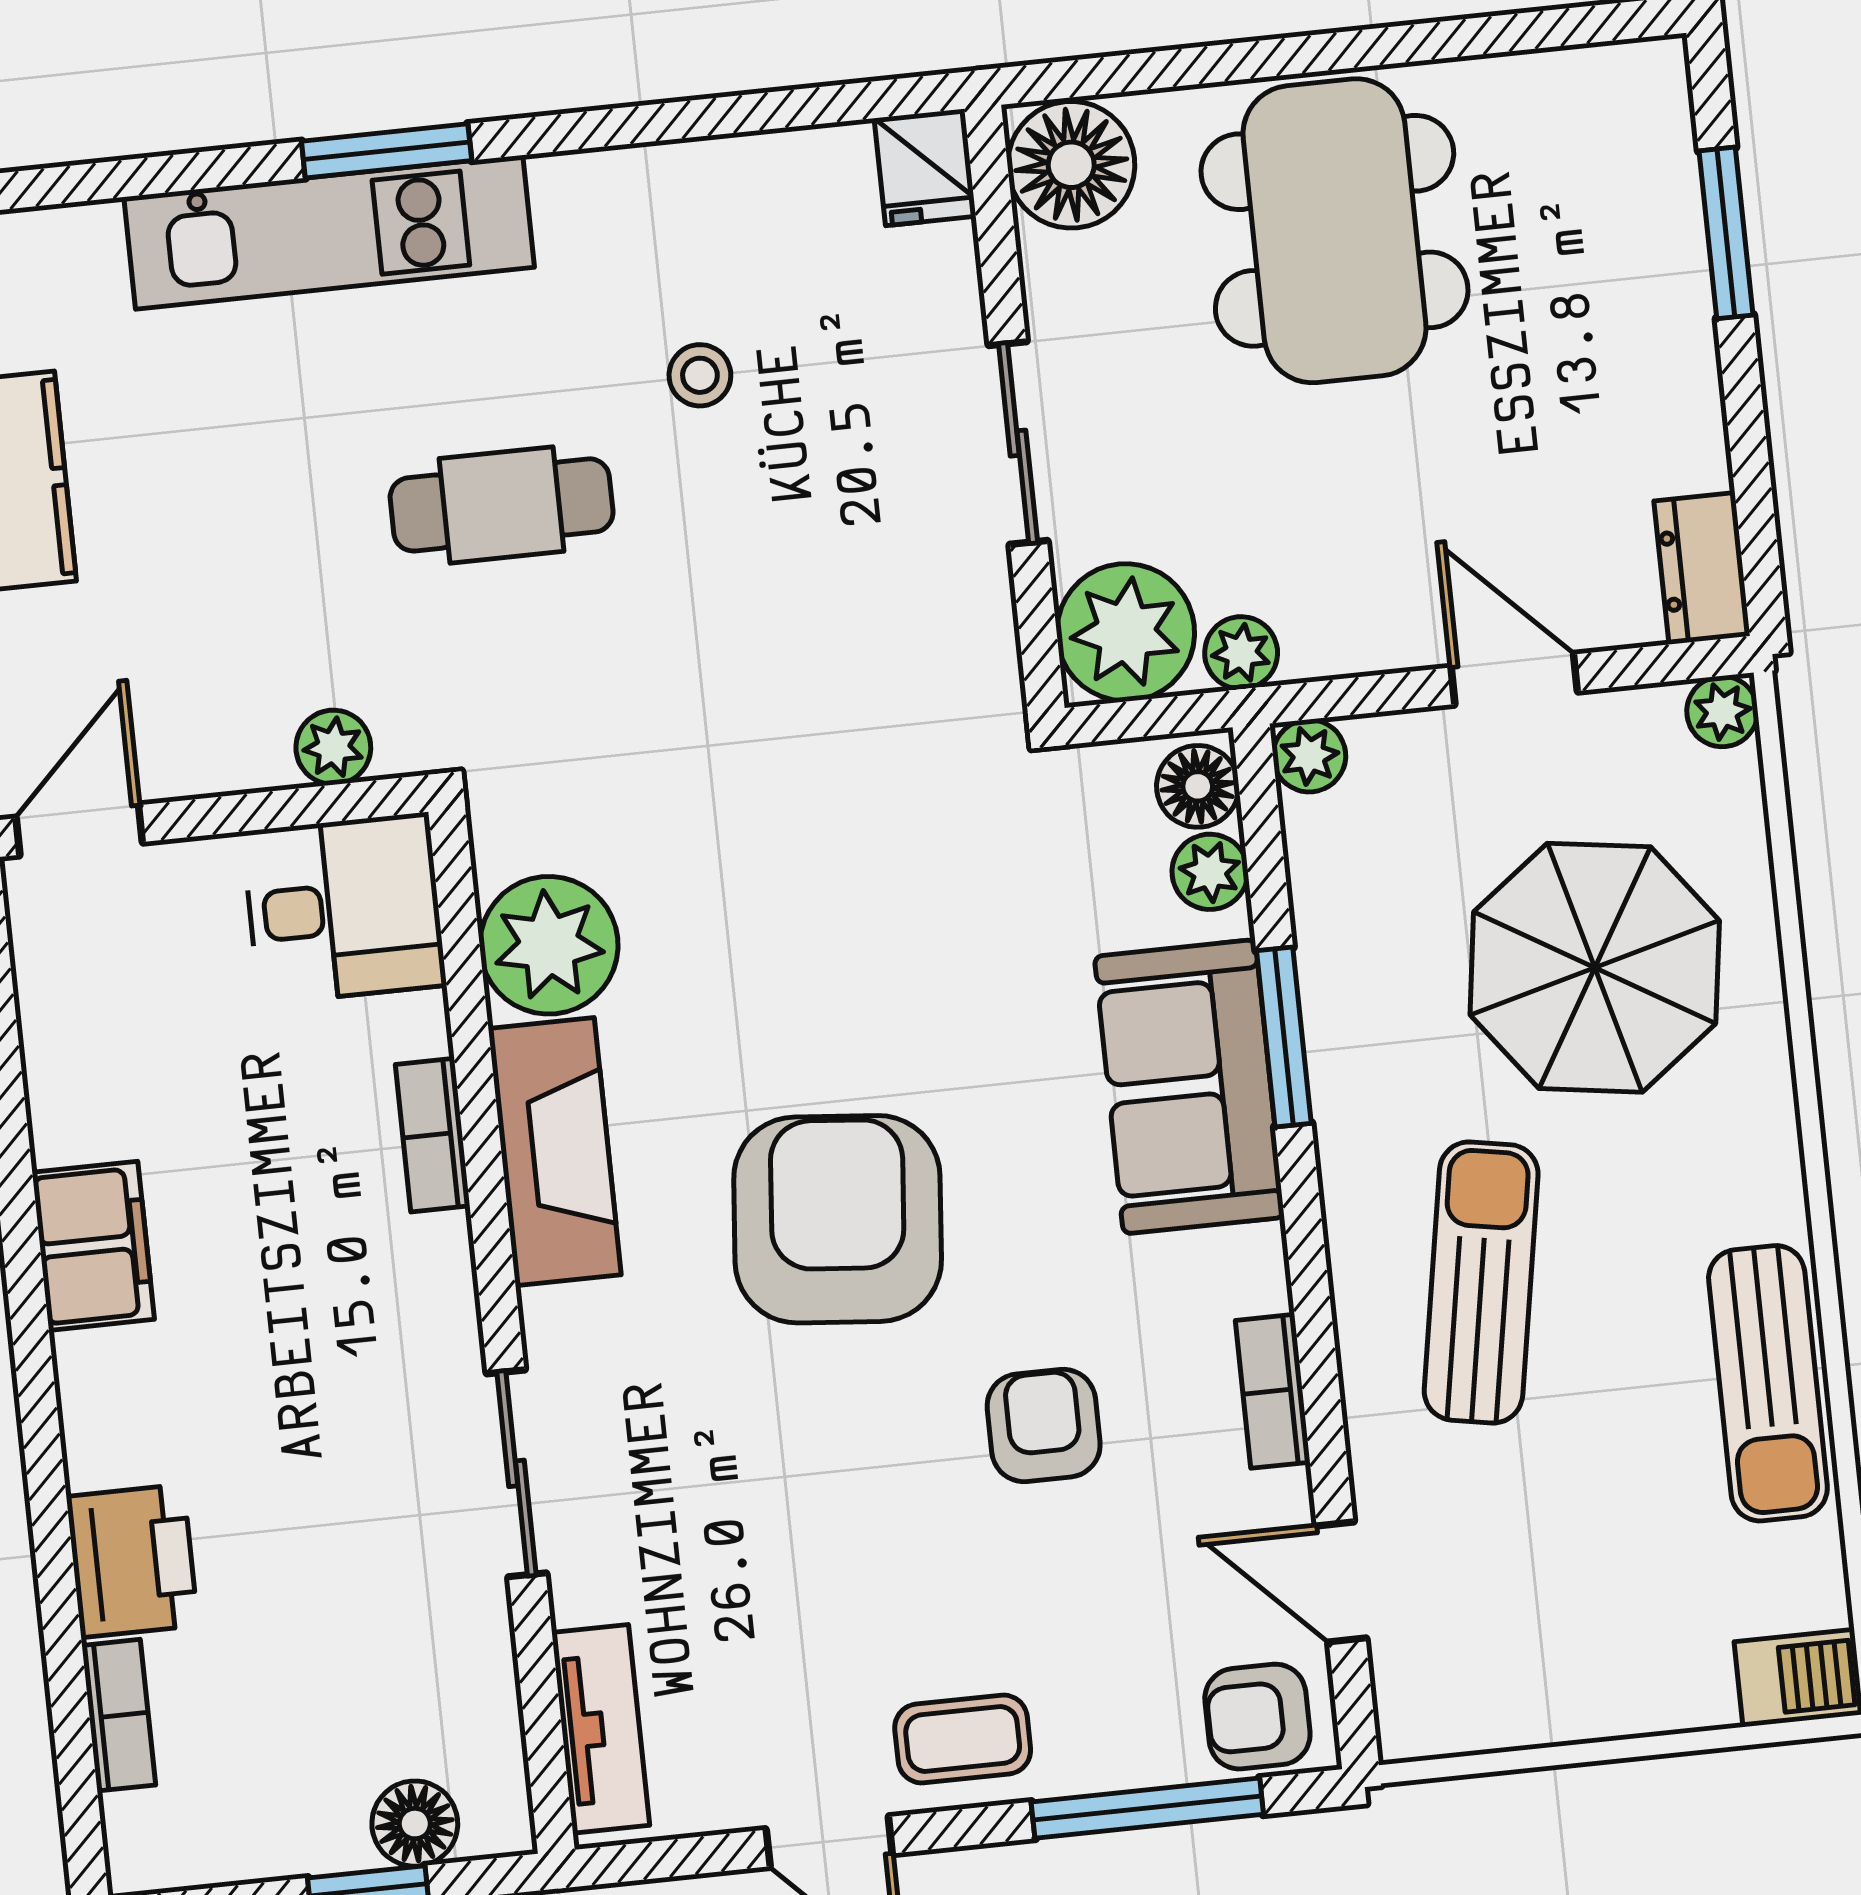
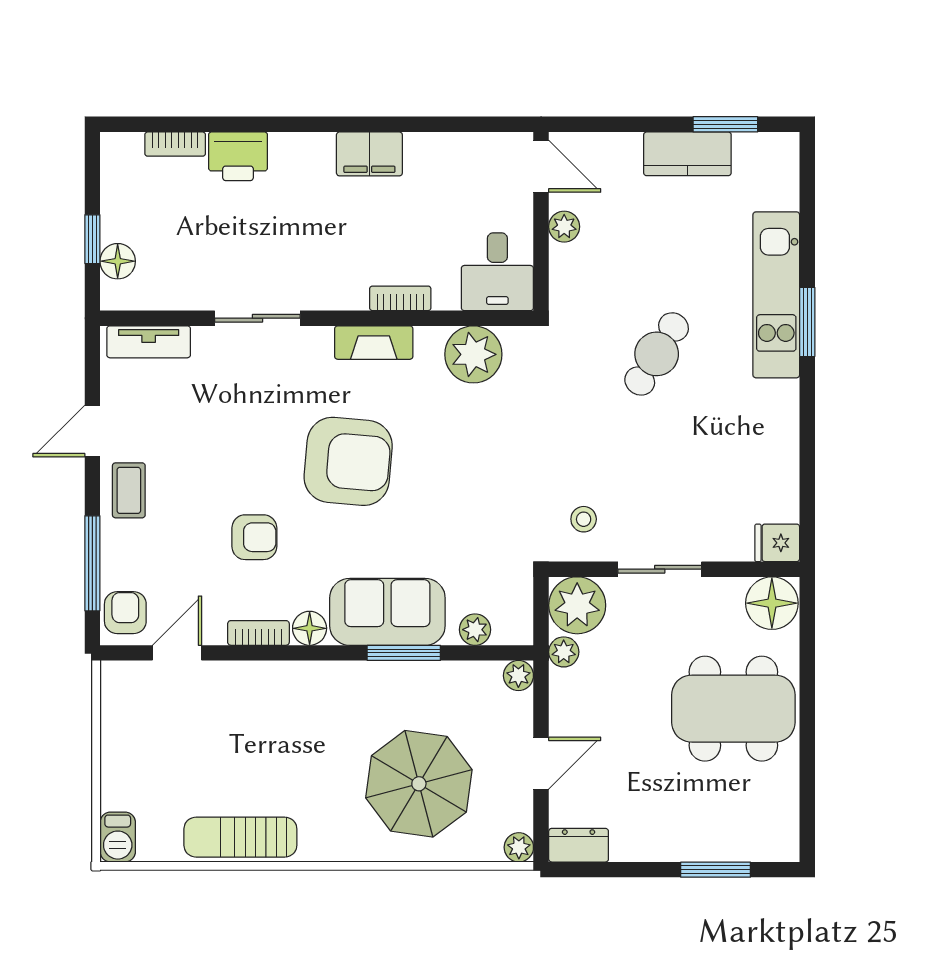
stool: (700, 375) -> (584, 519), moved
cafe table: (502, 505) -> (657, 354), turned 32
plant: (333, 747) -> (564, 227), moved
floor lamp: (1198, 786) -> (310, 628), moved
fireplace: (555, 1152) -> (374, 343), width x0.73, depth x0.76
sun lounger: (1481, 1282) -> (294, 723), removed

